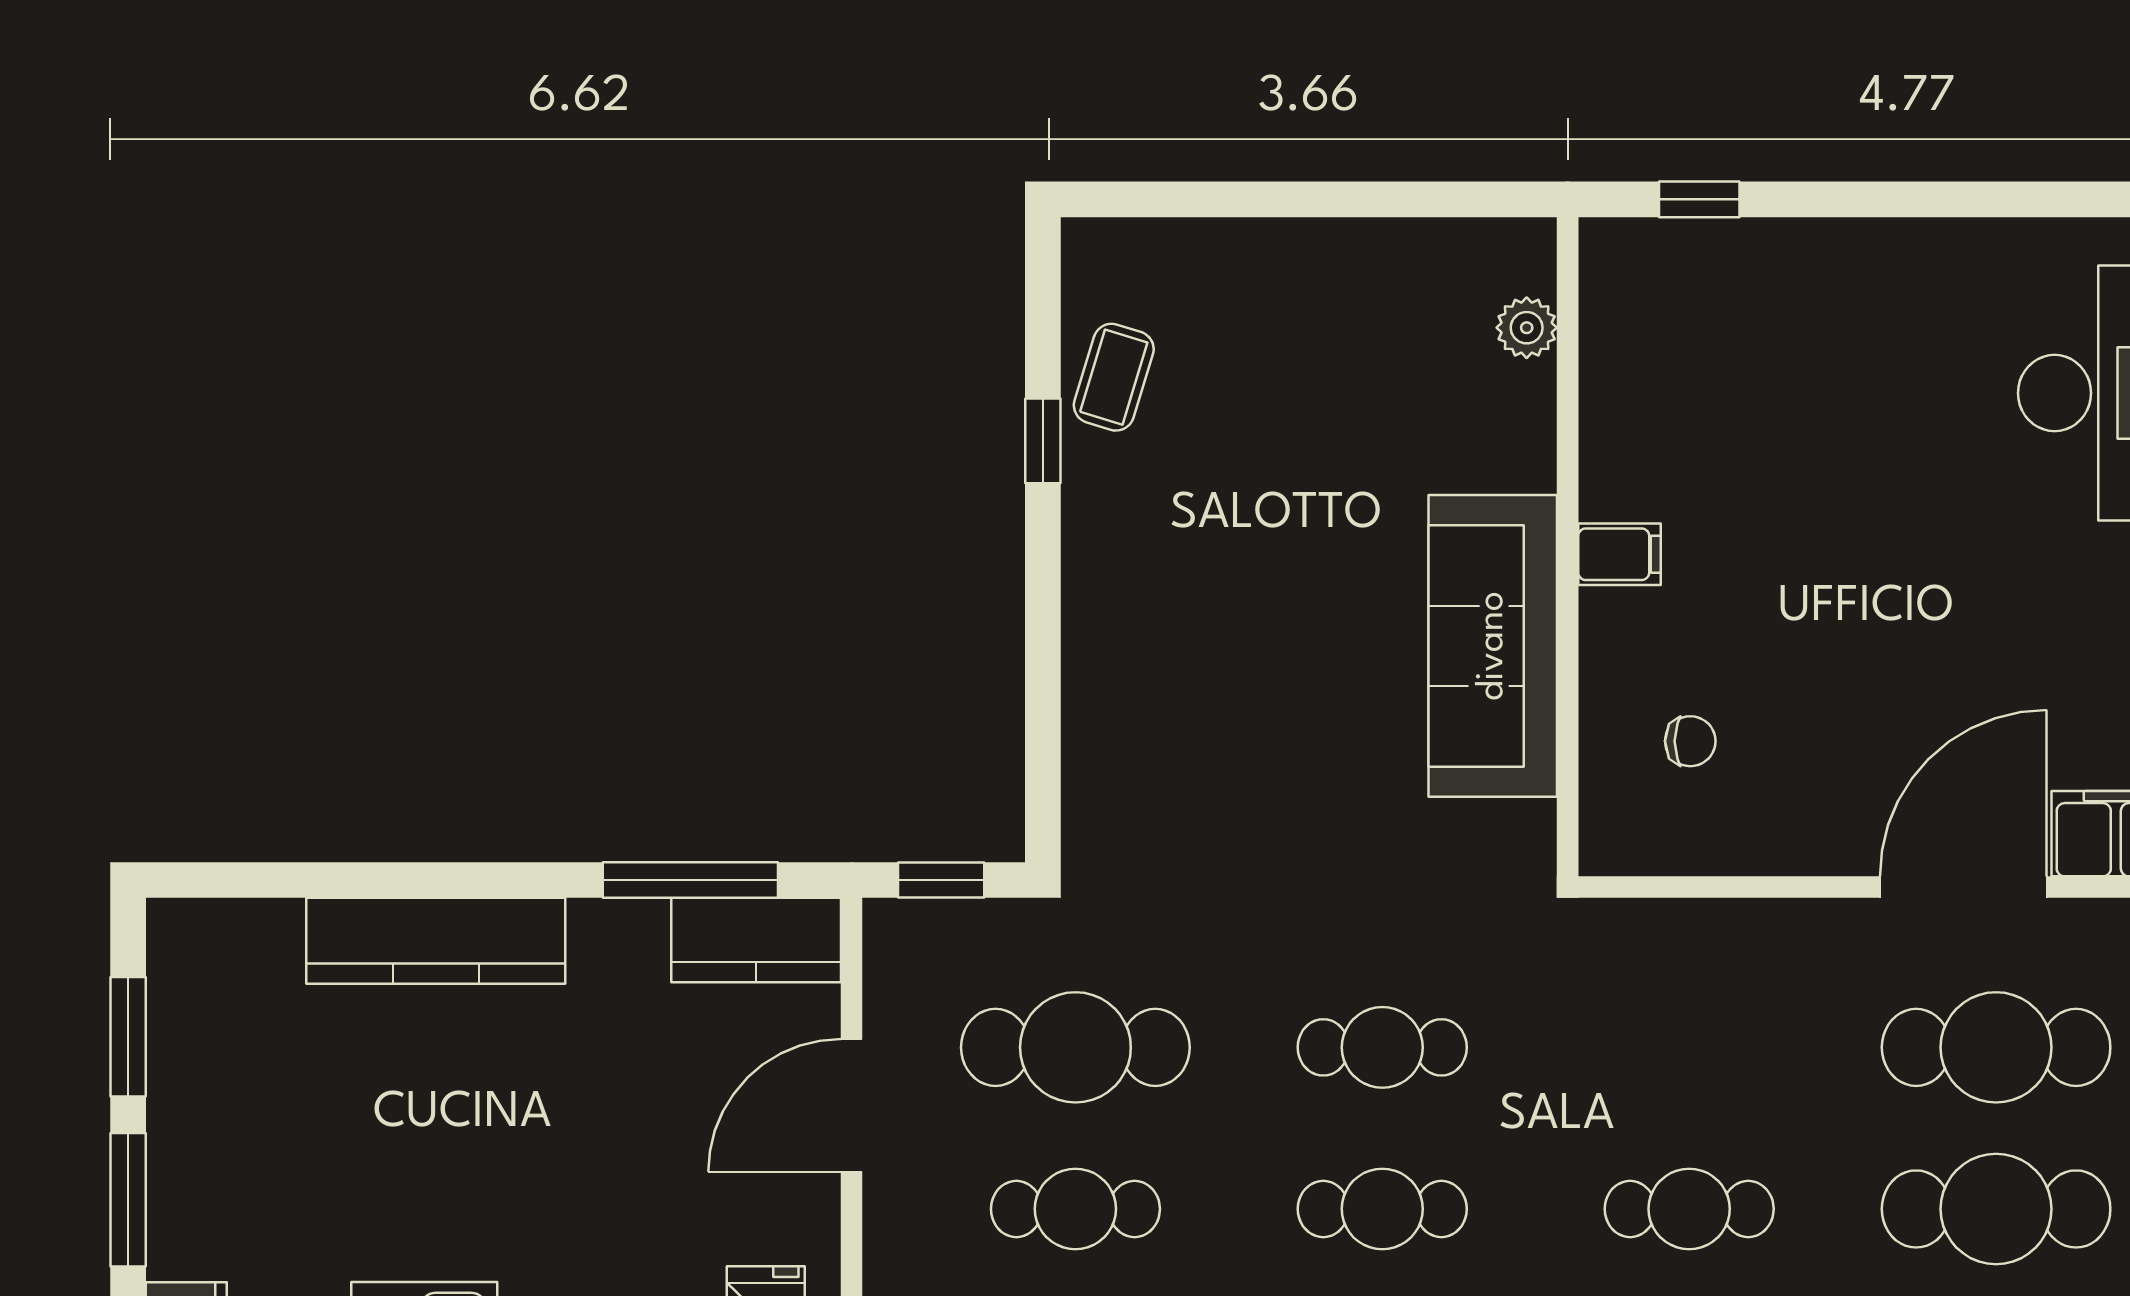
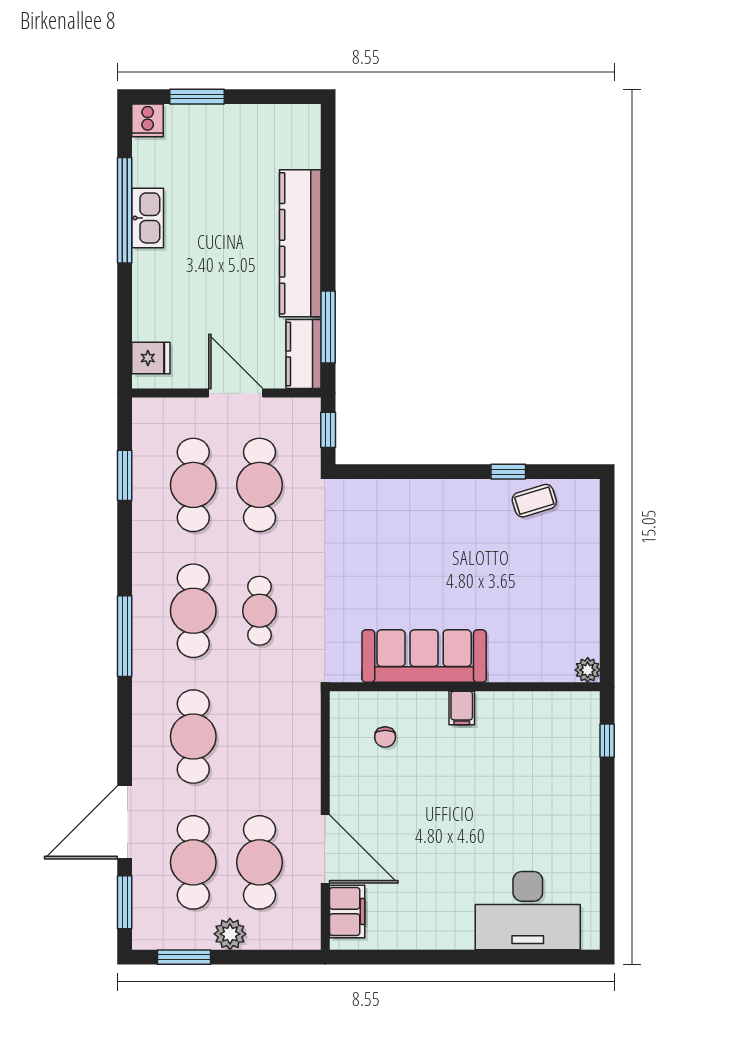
plant: (1527, 328) -> (588, 670), moved
coffee table: (1114, 377) -> (534, 501), turned -34
kitchen counter: (436, 941) -> (300, 243), width x1.39, depth x1.17
window: (128, 1037) -> (264, 97), removed
cafe table: (1075, 1209) -> (193, 485), width x1.37, depth x1.35
cafe table: (1382, 1209) -> (193, 611), width x1.37, depth x1.35
cafe table: (1689, 1209) -> (193, 737), width x1.37, depth x1.35

